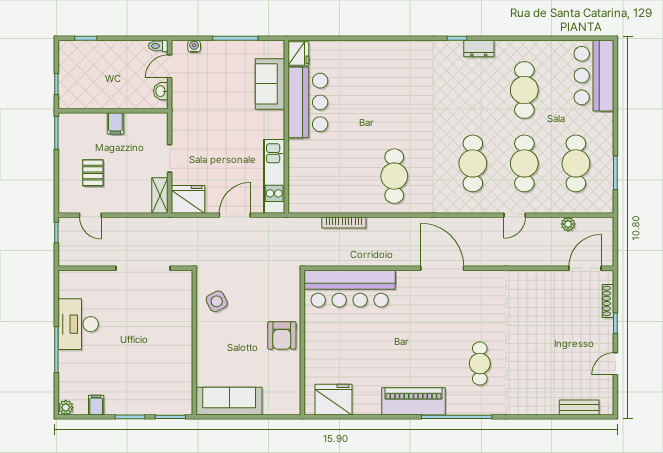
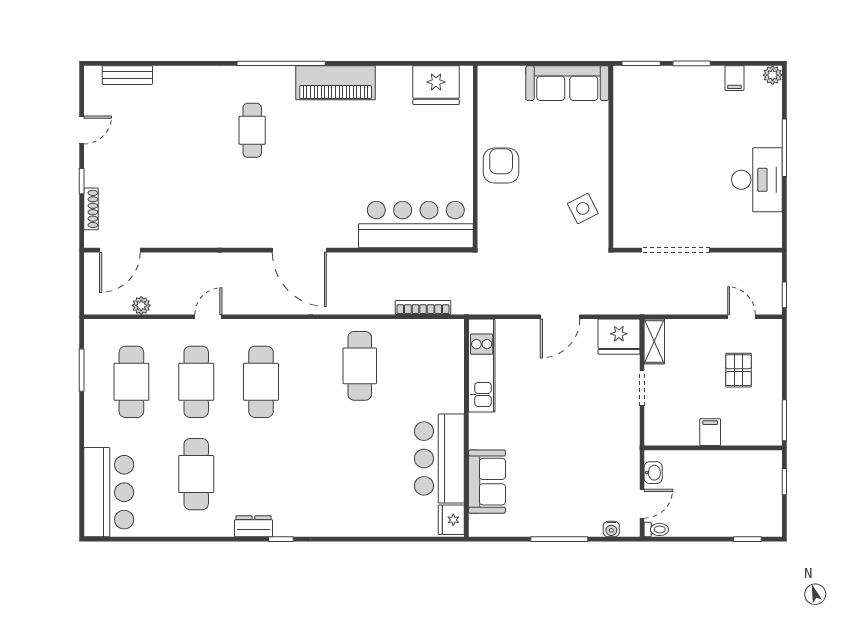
fridge: (298, 54) -> (451, 520), moved
sofa: (270, 84) -> (487, 482), moved
bar counter: (308, 102) -> (439, 458), moved
wall: (286, 127) -> (466, 428), moved
kitchen unit: (274, 176) -> (482, 366), moved

